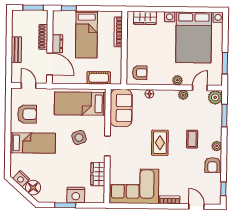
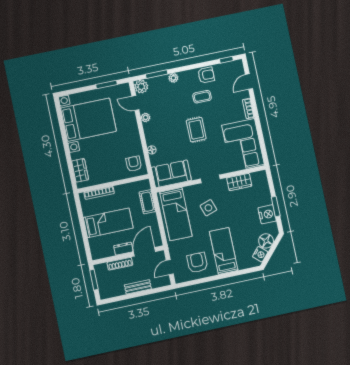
window: (69, 8) -> (87, 245), removed
plant: (177, 80) -> (133, 126), removed
coffee table: (192, 139) -> (202, 97), moved
rug: (160, 143) -> (196, 130), turned 90
plant: (217, 146) -> (173, 78), moved
nightstand: (76, 195) -> (267, 214), moved

